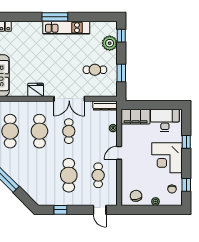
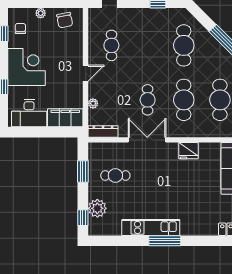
cafe table: (69, 175) -> (184, 45), moved

